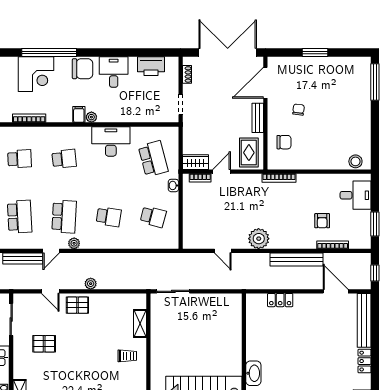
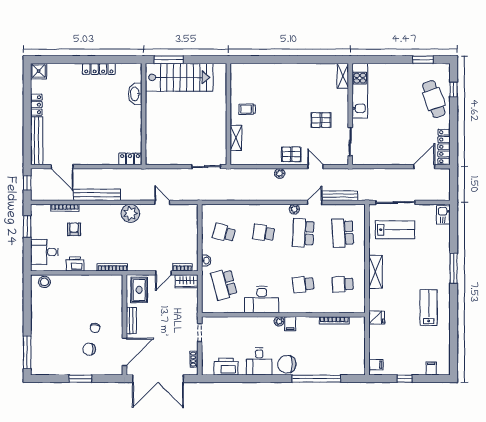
corner desk: (36, 74) -> (328, 359), removed
chair: (284, 142) -> (89, 349), moved
printer: (321, 182) -> (75, 264), added
locker: (280, 300) -> (130, 159), moved

